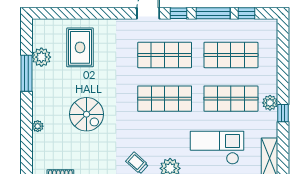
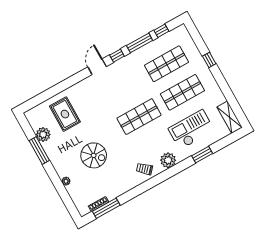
shop shelf: (165, 55) -> (123, 88), removed
plant: (270, 103) -> (210, 81), removed
window: (283, 113) -> (209, 60), moved

